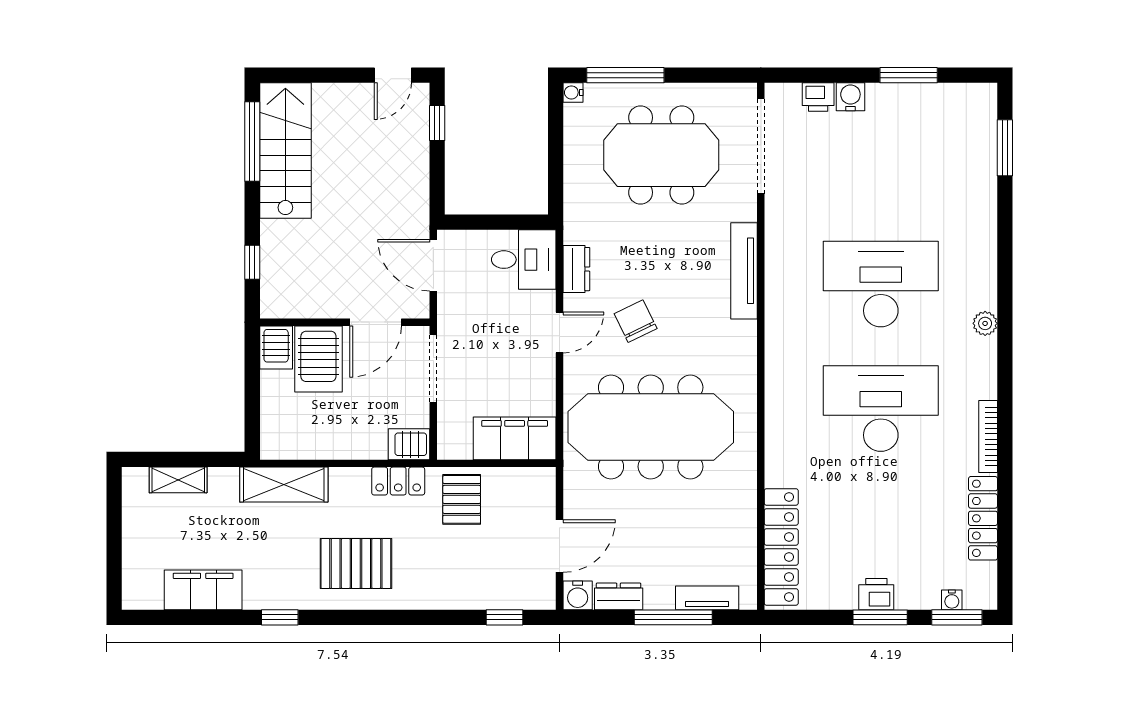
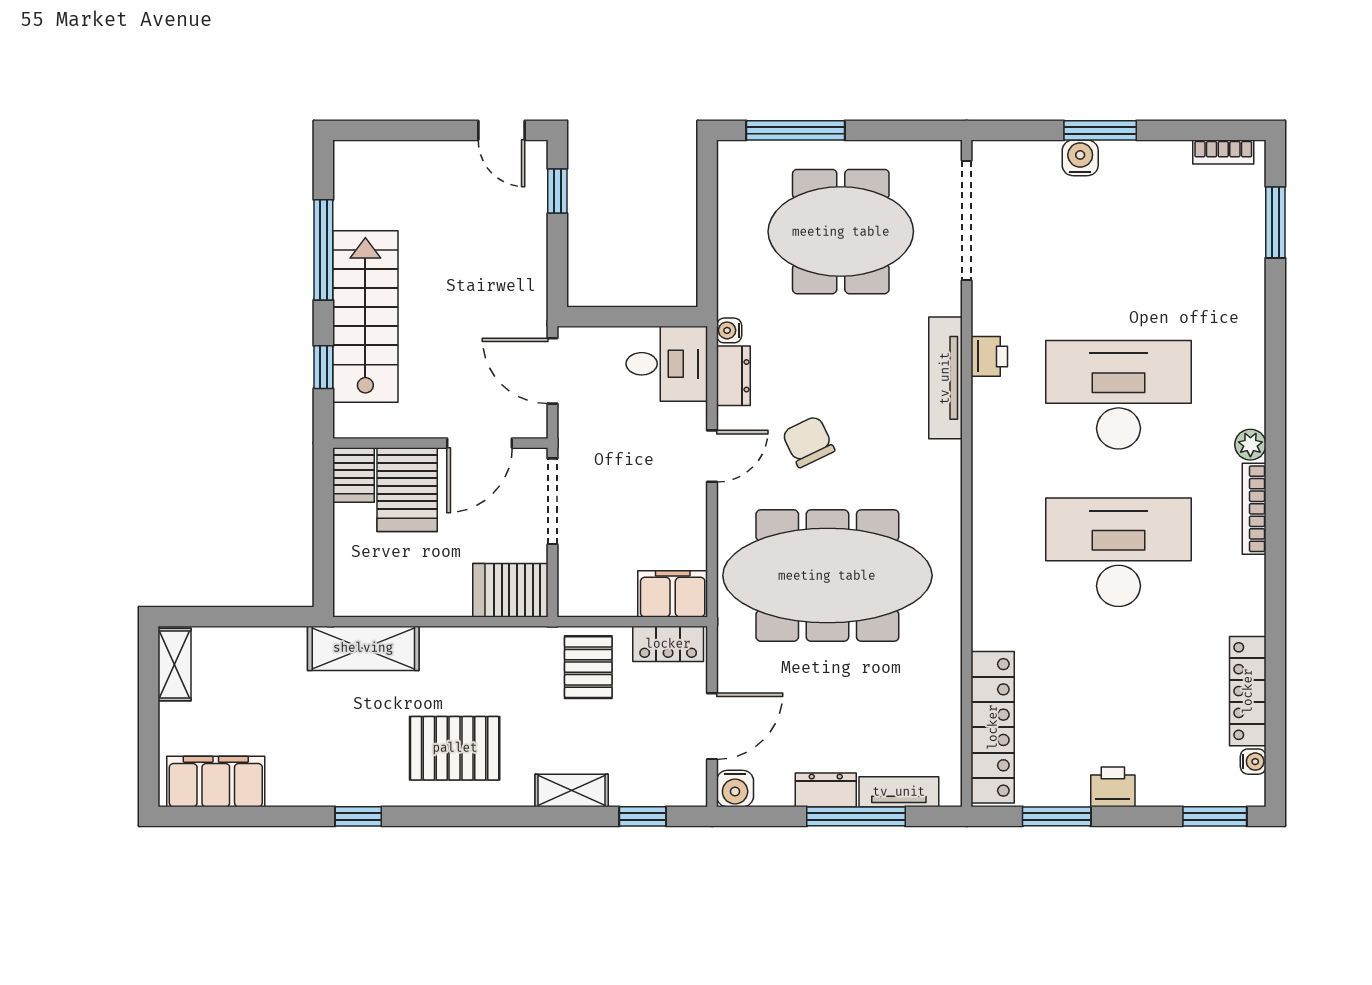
door: (393, 75) -> (501, 130), hinge flipped
window: (909, 75) -> (1100, 130), moved
water cooler: (573, 92) -> (729, 330), moved
bookcase: (964, 92) -> (1223, 152), added
printer: (818, 97) -> (989, 356), moved, turned -90
window: (252, 142) -> (323, 250), moved
stairs: (285, 151) -> (365, 317), moved
bookcase: (988, 437) -> (1254, 509), moved
filing cabinet: (515, 438) -> (673, 594), width x0.67, depth x0.86
server rack: (409, 444) -> (510, 590), width x1.36, depth x1.44
shelving: (178, 480) -> (175, 664), moved, turned 90
locker: (398, 481) -> (668, 644), moved
filing cabinet: (203, 590) -> (216, 782), moved
dresser: (619, 596) -> (826, 790), moved
shelving: (448, 597) -> (572, 791), added
water cooler: (952, 600) -> (1253, 762), moved, turned -90
window: (880, 617) -> (1057, 816), moved

